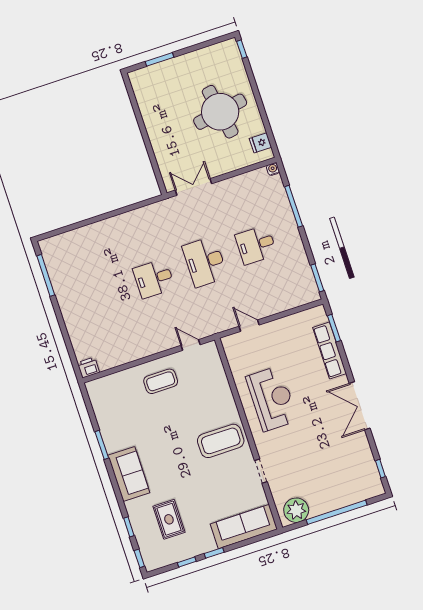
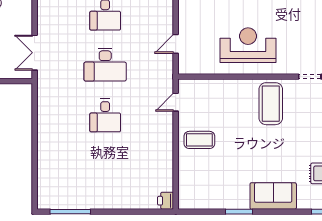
coffee table: (161, 381) -> (199, 140), turned 90

